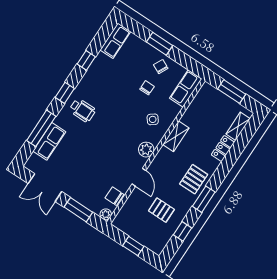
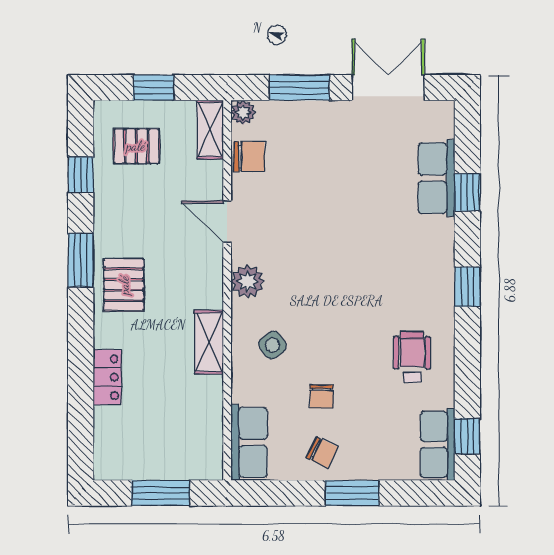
window: (86, 60) -> (467, 436), moved
wheelchair: (82, 110) -> (412, 357), moved, turned 90
shelving: (238, 126) -> (210, 129), moved
window: (41, 128) -> (467, 192), width x0.46
pallet: (161, 210) -> (136, 146), moved

